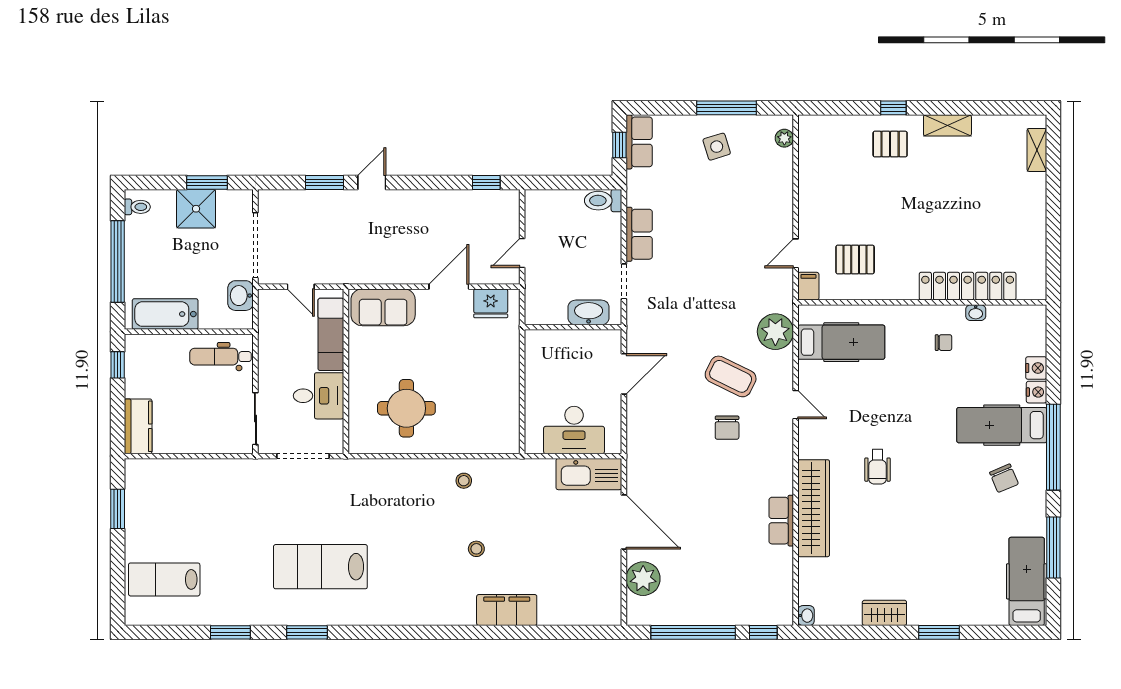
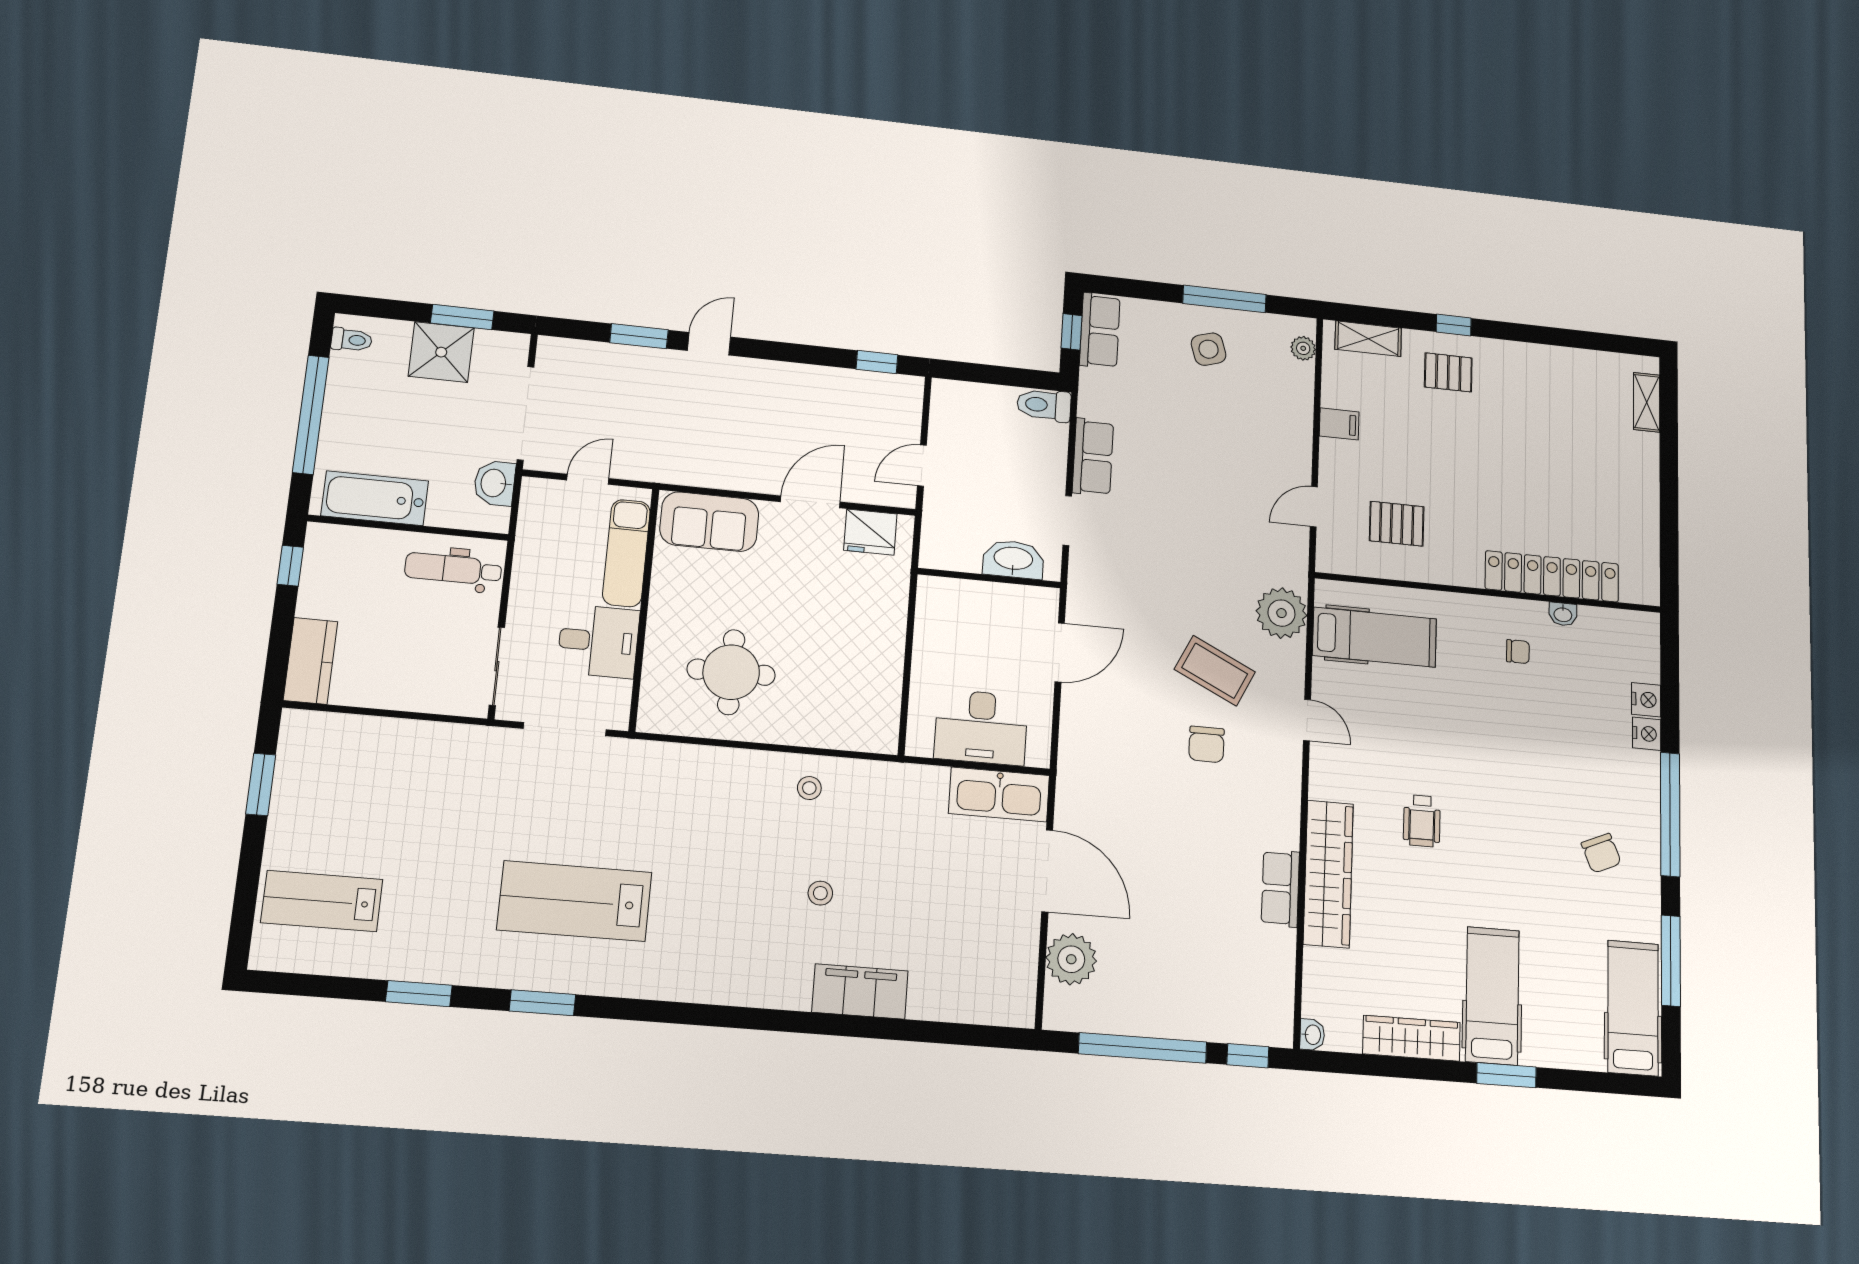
shelving: (947, 125) -> (1368, 339), moved
filing cabinet: (808, 286) -> (1339, 424), moved, turned 90
door: (301, 287) -> (588, 479), swing flipped
hospital bed: (1002, 425) -> (1492, 996), moved, turned 90
wardrobe: (884, 613) -> (1411, 1038), width x1.50

